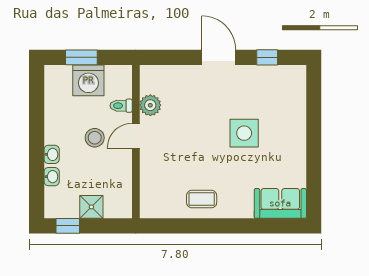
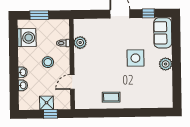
washing machine: (88, 80) -> (27, 38), moved, turned -90
door: (136, 136) -> (72, 82), moved
plant: (295, 144) -> (166, 64), added
sofa: (280, 203) -> (163, 33), moved, turned -90
window: (68, 226) -> (50, 114), moved

